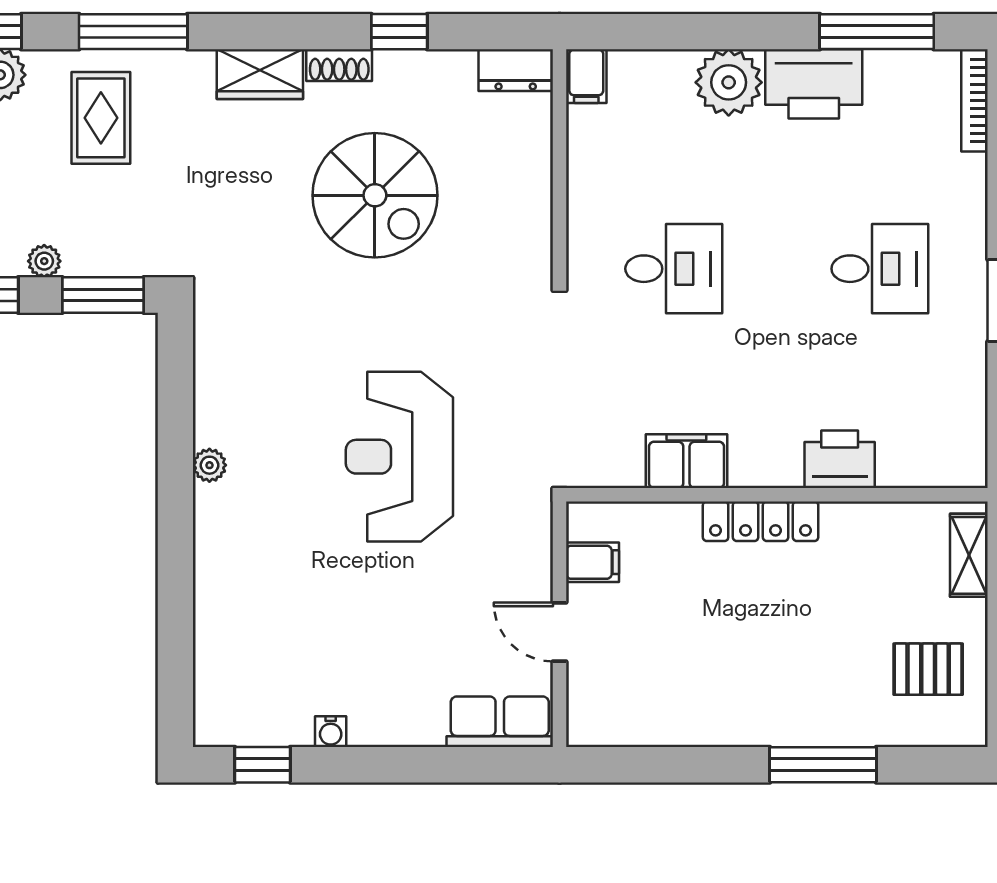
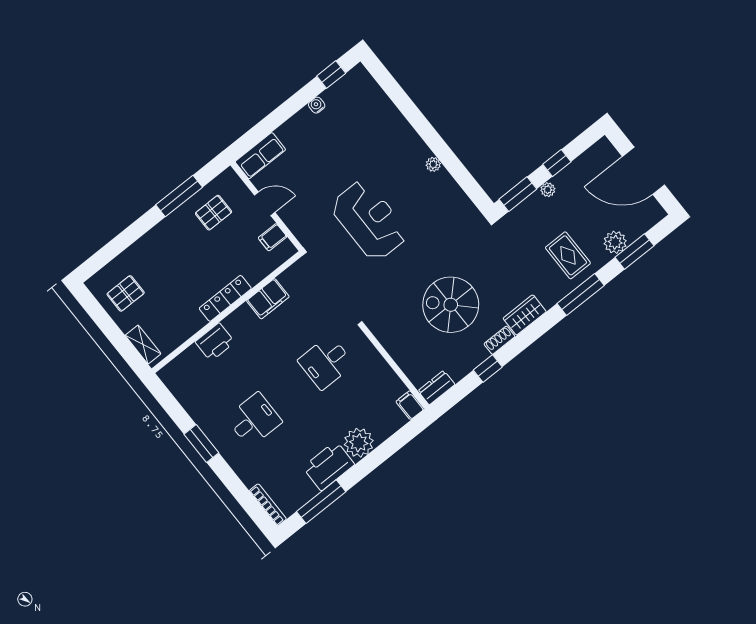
desk: (880, 269) -> (254, 420), turned 180
pallet: (661, 688) -> (214, 213), added
window: (823, 765) -> (179, 196), moved

